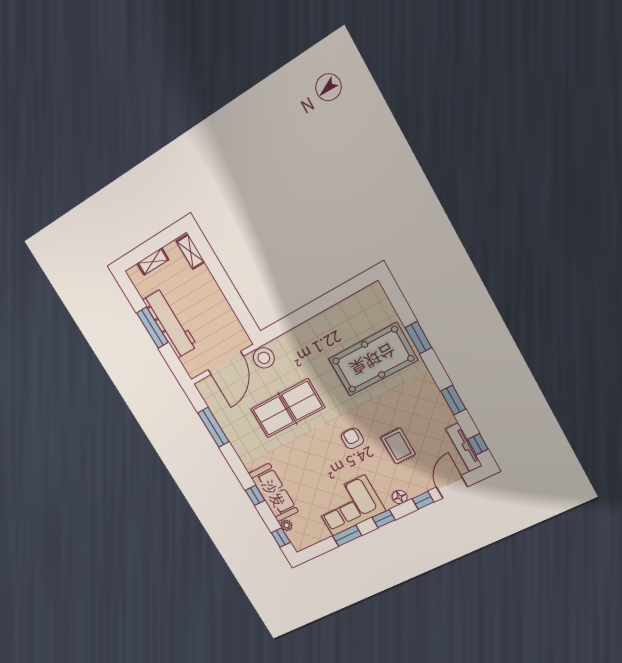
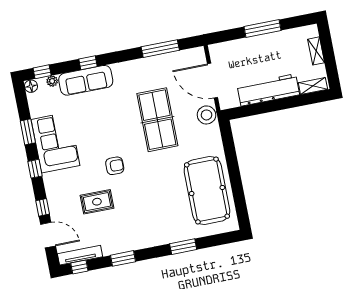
workbench: (170, 323) -> (268, 90), moved, turned 180
pool table: (373, 360) -> (207, 191), moved
floor lamp: (400, 497) -> (31, 86), moved

